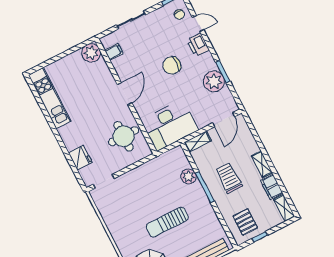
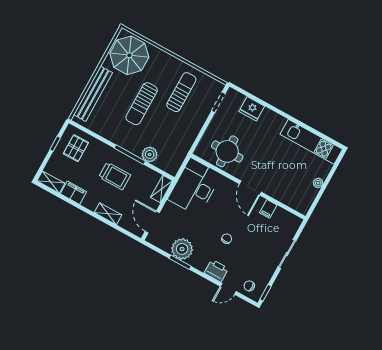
filing cabinet: (114, 52) -> (268, 209), moved
plant: (91, 53) -> (318, 183), moved, width x0.53, depth x0.53
chair: (172, 65) -> (227, 239), width x0.54, depth x0.54
shelving: (262, 164) -> (108, 214), moved
sun lounger: (128, 210) -> (181, 92), added
sun lounger: (167, 222) -> (142, 104), turned 180
pallet: (245, 222) -> (76, 148), turned 90

